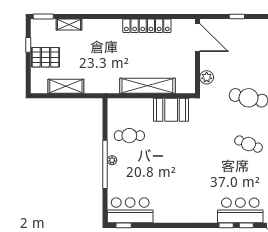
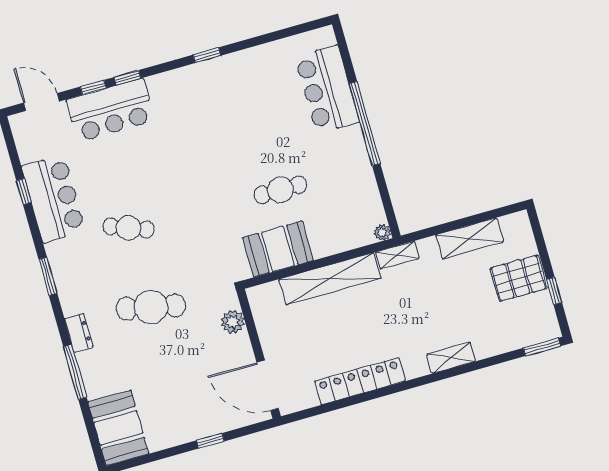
shelving: (69, 25) -> (451, 358), moved
shelving: (108, 88) -> (397, 255), added
cafe table: (129, 136) -> (280, 190), moved
plant: (112, 160) -> (382, 232), moved
bar counter: (130, 210) -> (327, 89), moved, turned 90
window: (124, 225) -> (207, 55), moved

